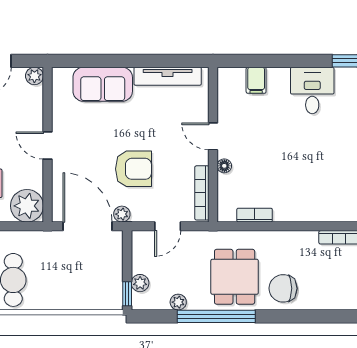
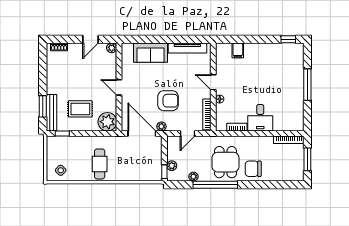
desk: (312, 90) -> (260, 118), moved, turned 180

